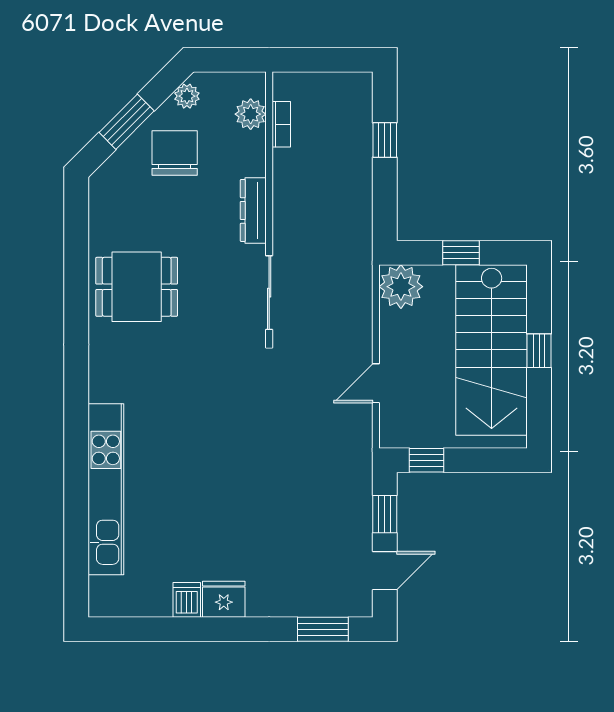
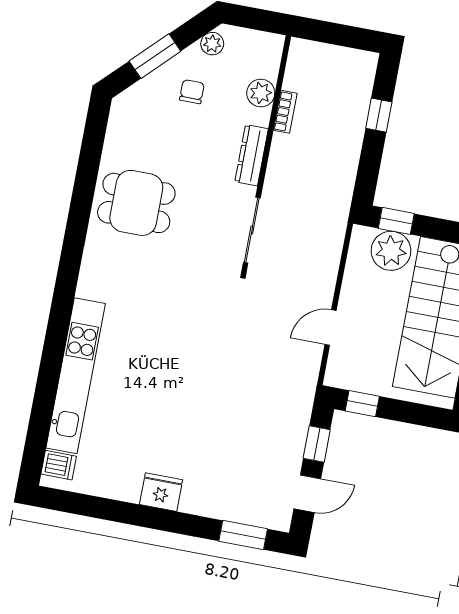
plant: (251, 114) -> (261, 93), moved
bookcase: (281, 124) -> (285, 112), moved
chair: (175, 153) -> (192, 92), width x0.54, depth x0.54
window: (461, 253) -> (396, 221), moved
plant: (401, 287) -> (391, 251), moved
dishwasher: (187, 600) -> (59, 465), moved, turned 90

